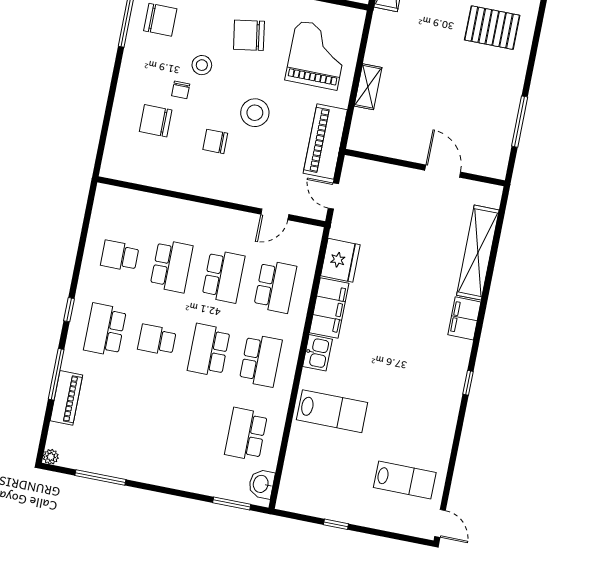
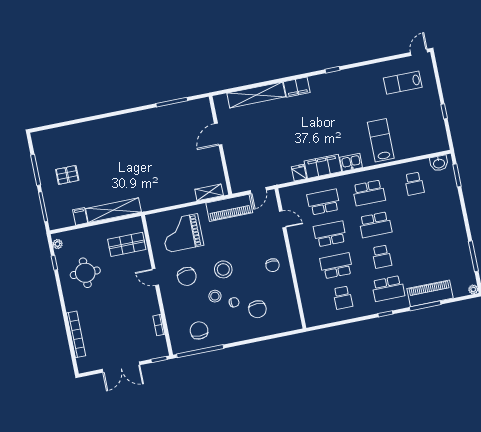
pallet: (492, 28) -> (125, 140), removed
shelving: (368, 87) -> (209, 192), moved
stool: (255, 113) -> (223, 269), moved
chair: (215, 141) -> (273, 265), moved
fridge: (340, 260) -> (299, 173), width x0.53, depth x0.75
school desk: (261, 360) -> (369, 193), turned 180
piano: (66, 398) -> (430, 293), width x1.37, depth x1.33
school desk: (246, 434) -> (414, 184), width x0.54
lab bench: (405, 480) -> (403, 83), turned -90

